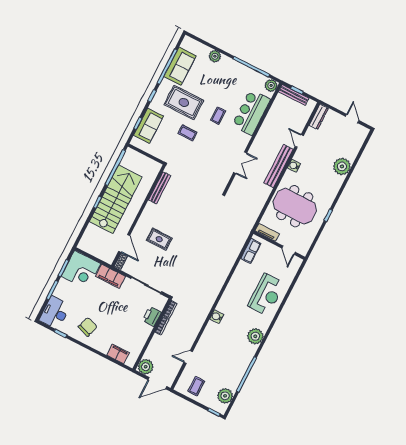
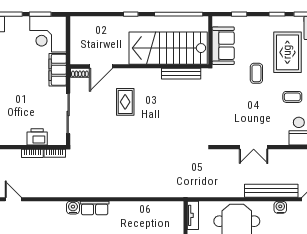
sofa: (149, 126) -> (223, 46), moved, turned -90
stairs: (116, 199) -> (168, 48), moved, turned 180
row of seats: (251, 251) -> (95, 208), moved

